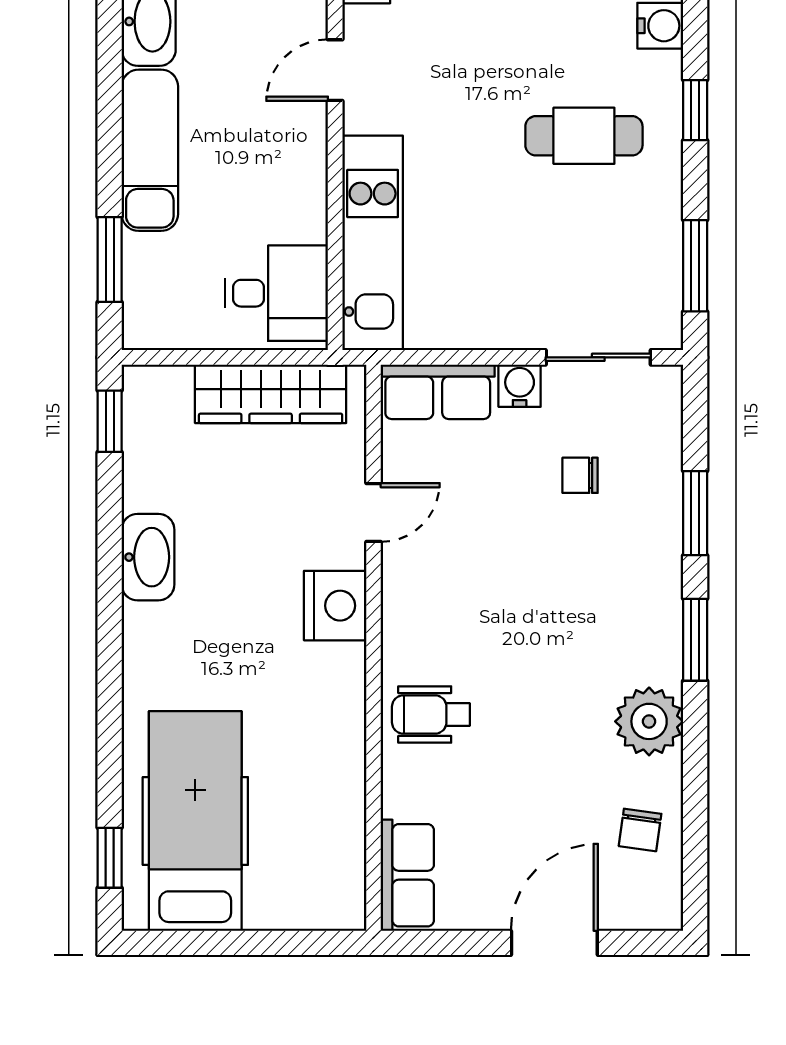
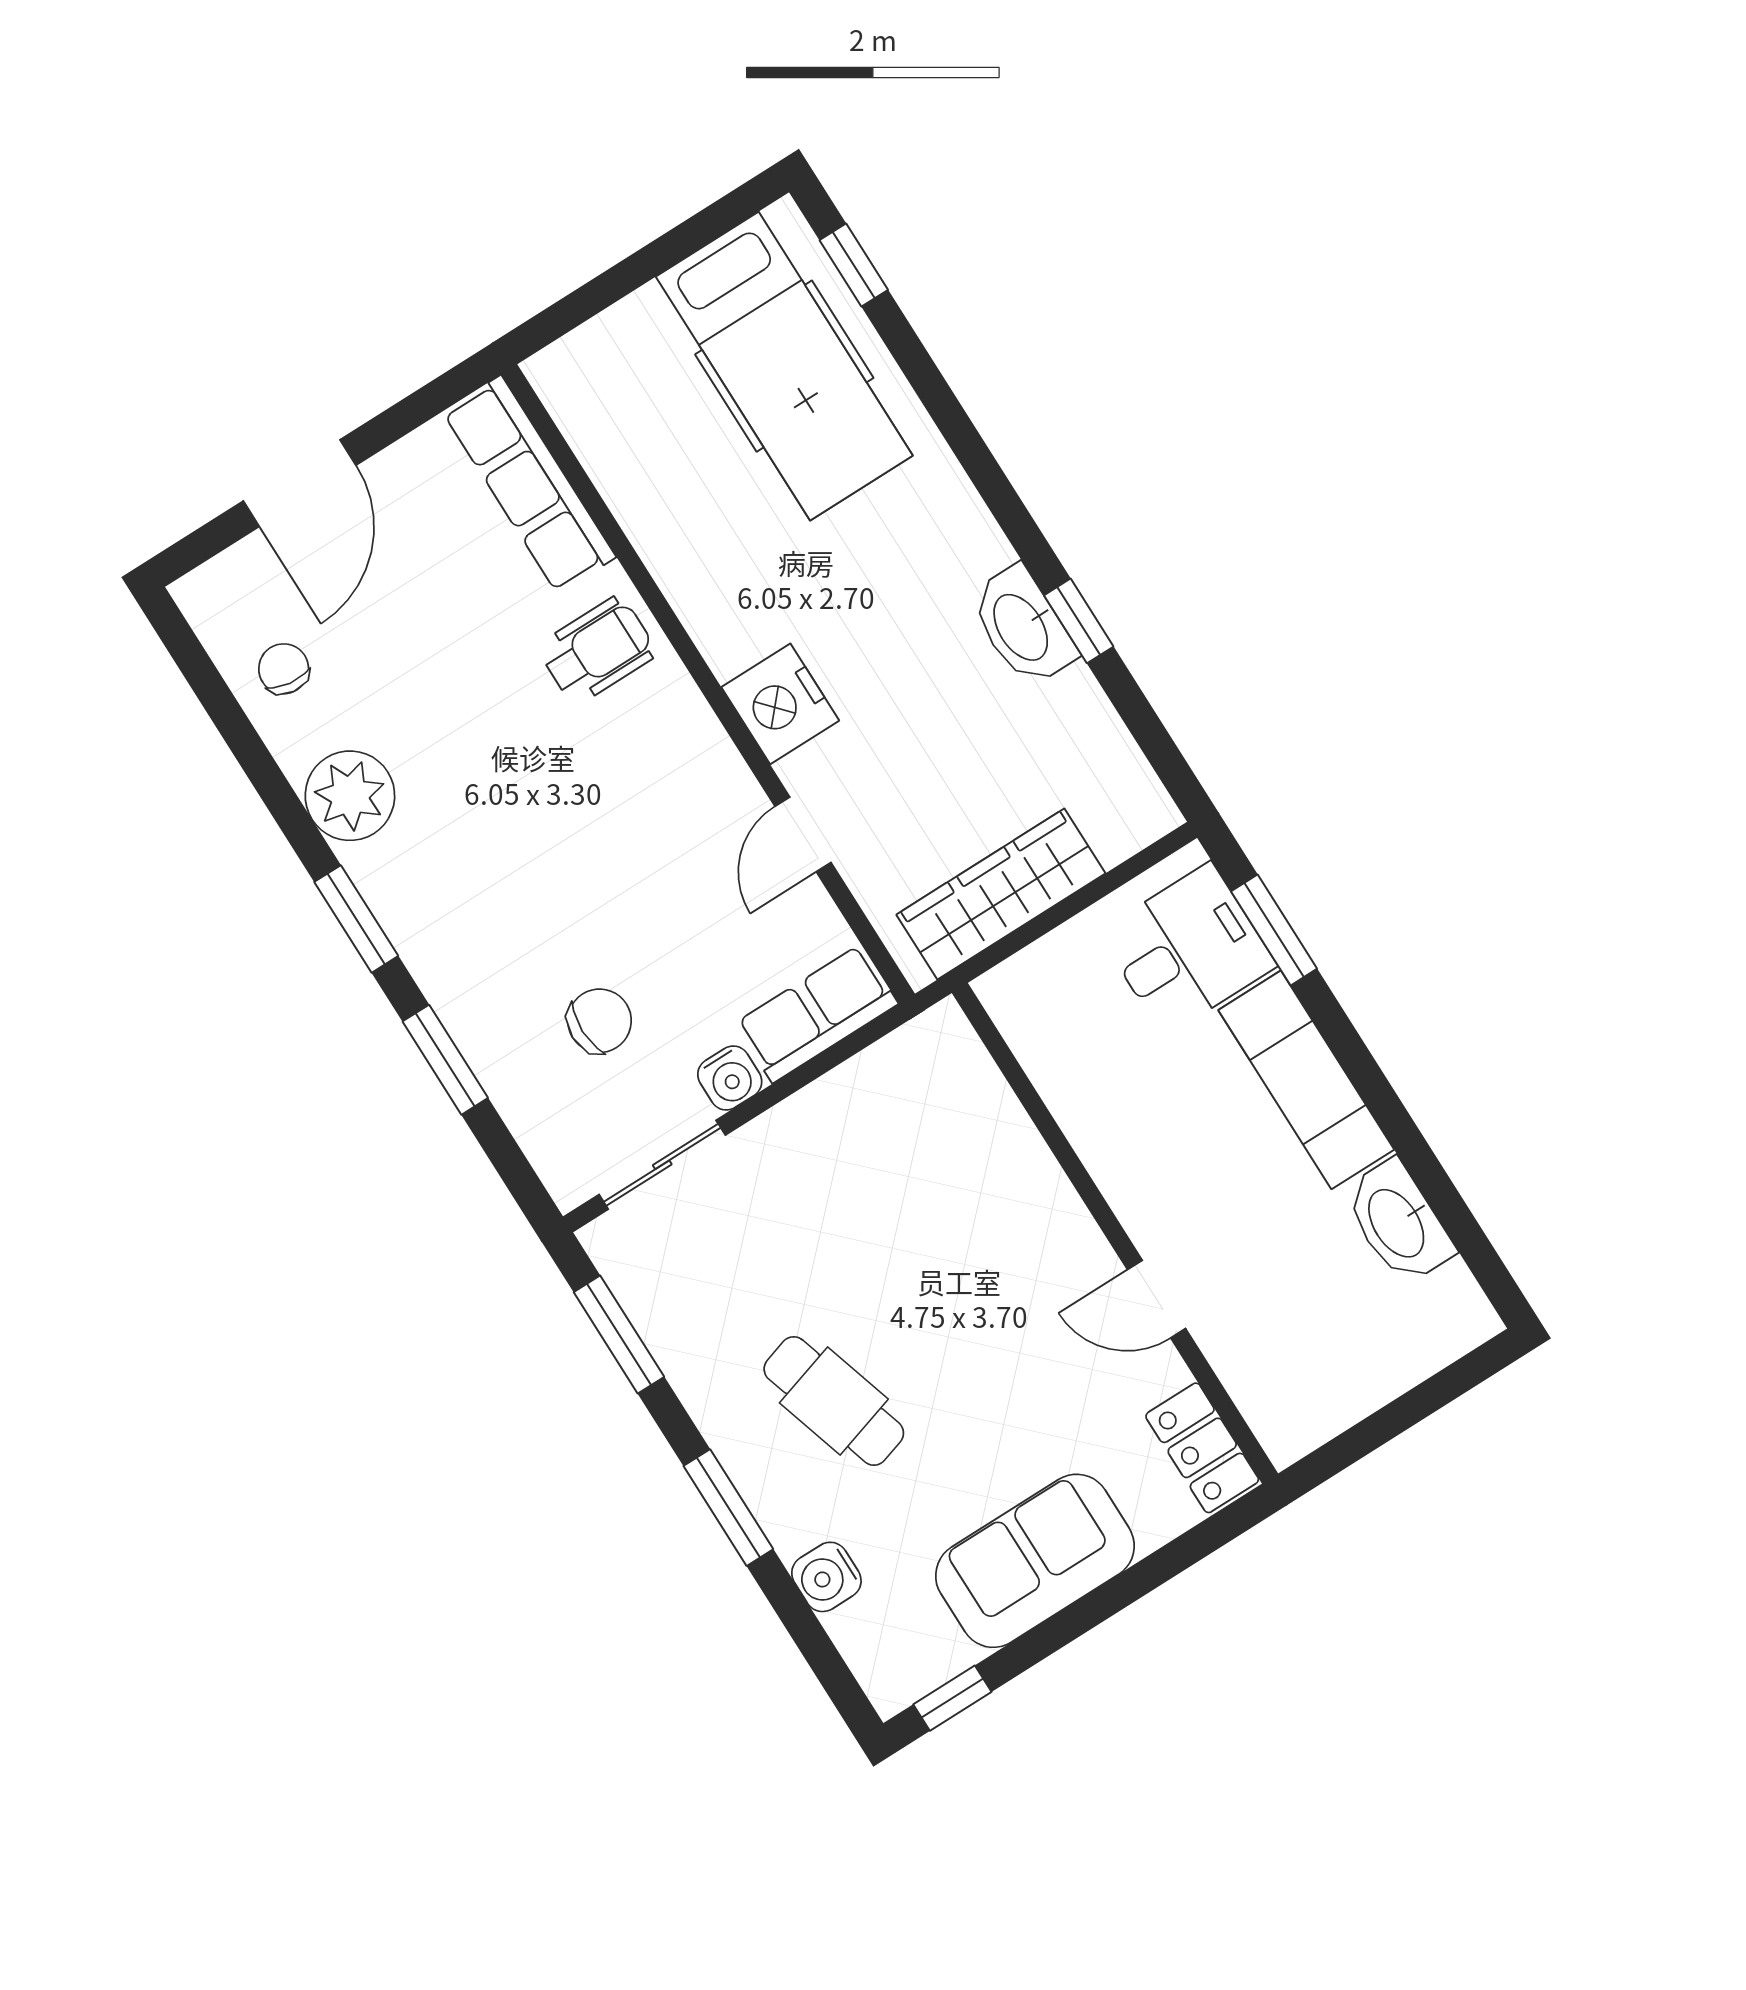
door: (335, 70) -> (1157, 1299), swing flipped
window: (695, 110) -> (728, 1508), width x1.50
cafe table: (584, 136) -> (834, 1401), turned 73
kitchen unit: (373, 243) -> (994, 1133), removed
desk: (276, 293) -> (1187, 949), moved, turned 180
window: (110, 421) -> (1079, 621), moved
chair: (580, 475) -> (600, 1021), width x1.37, depth x1.37
row of seats: (407, 875) -> (529, 484), width x1.48

